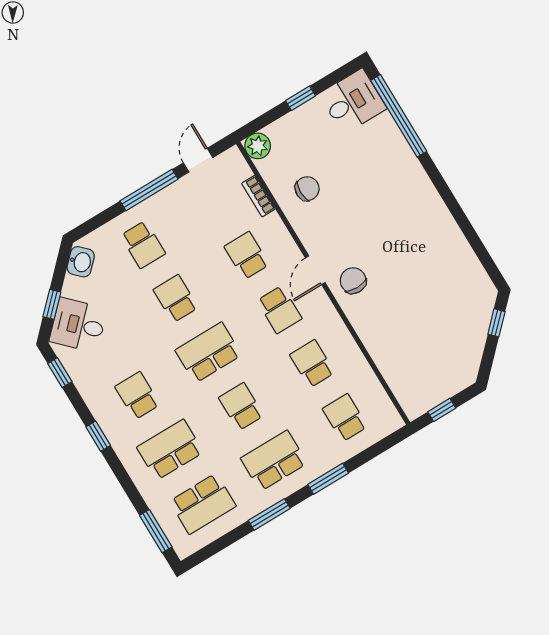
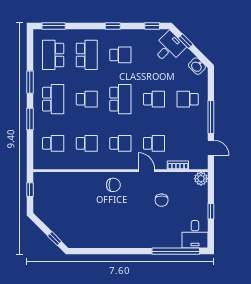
chair: (307, 189) -> (162, 200), moved
door: (315, 270) -> (146, 171), moved
school desk: (279, 310) -> (120, 143), turned 180

